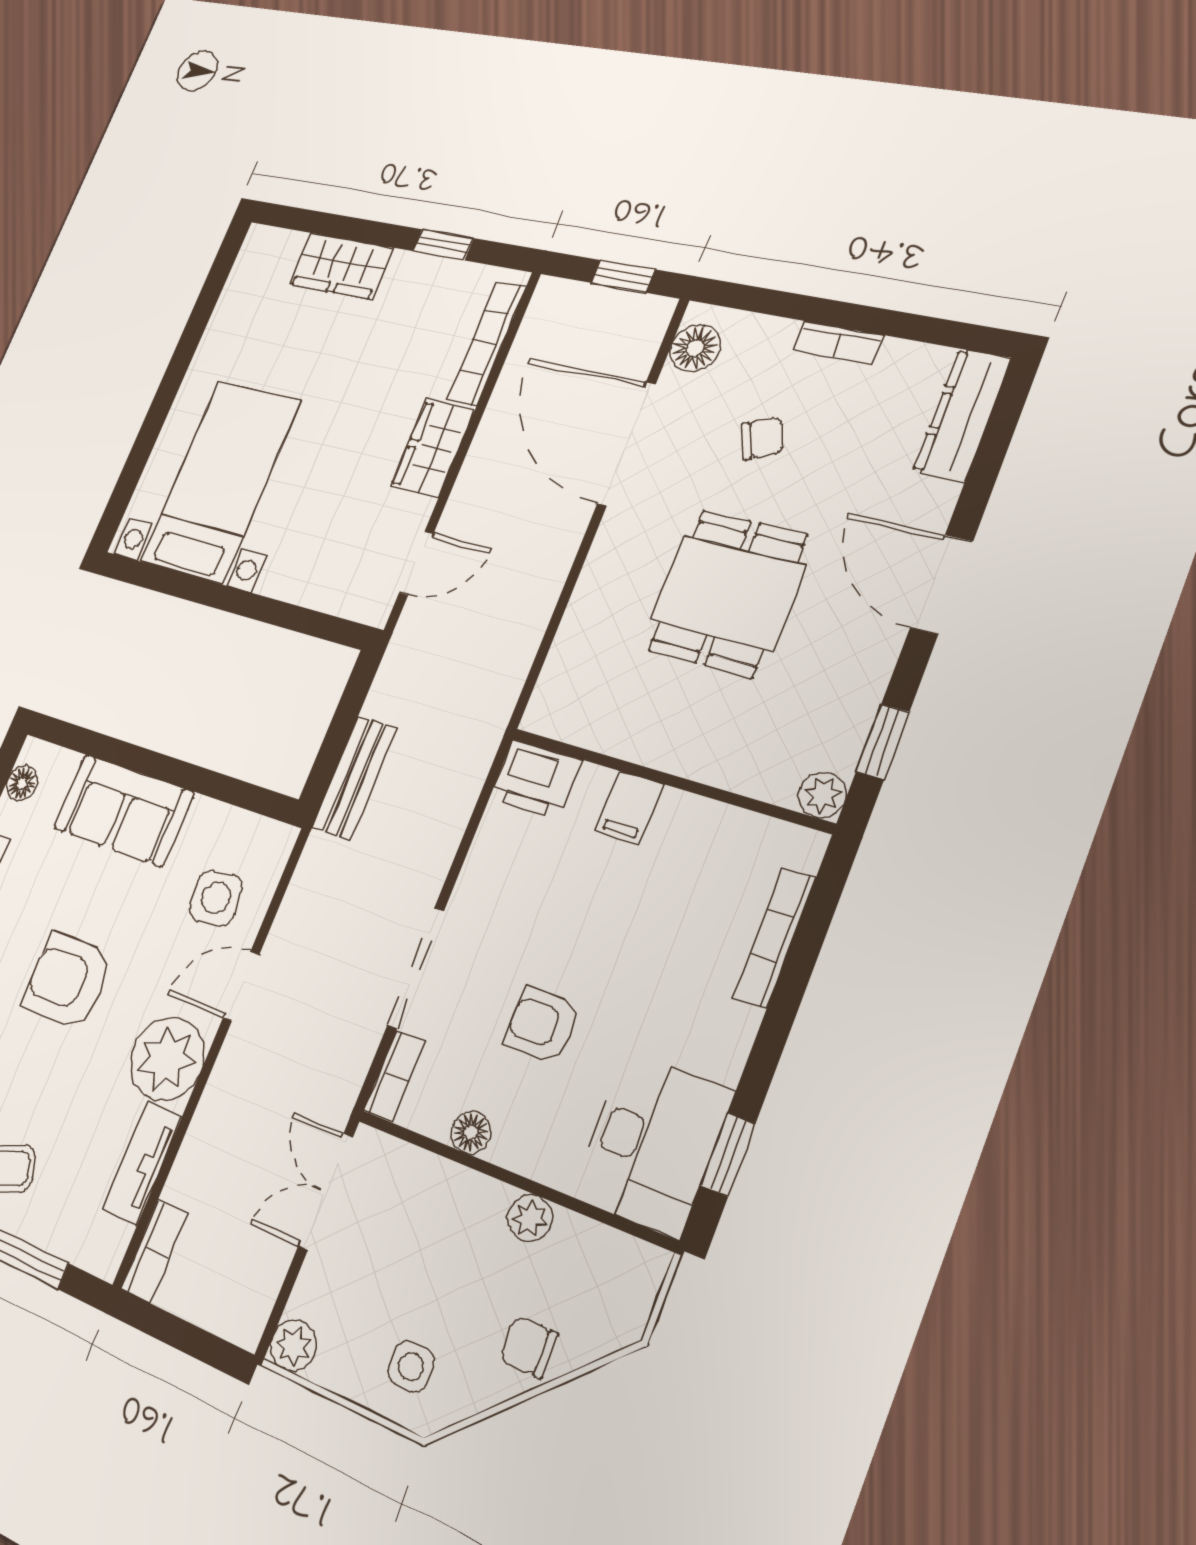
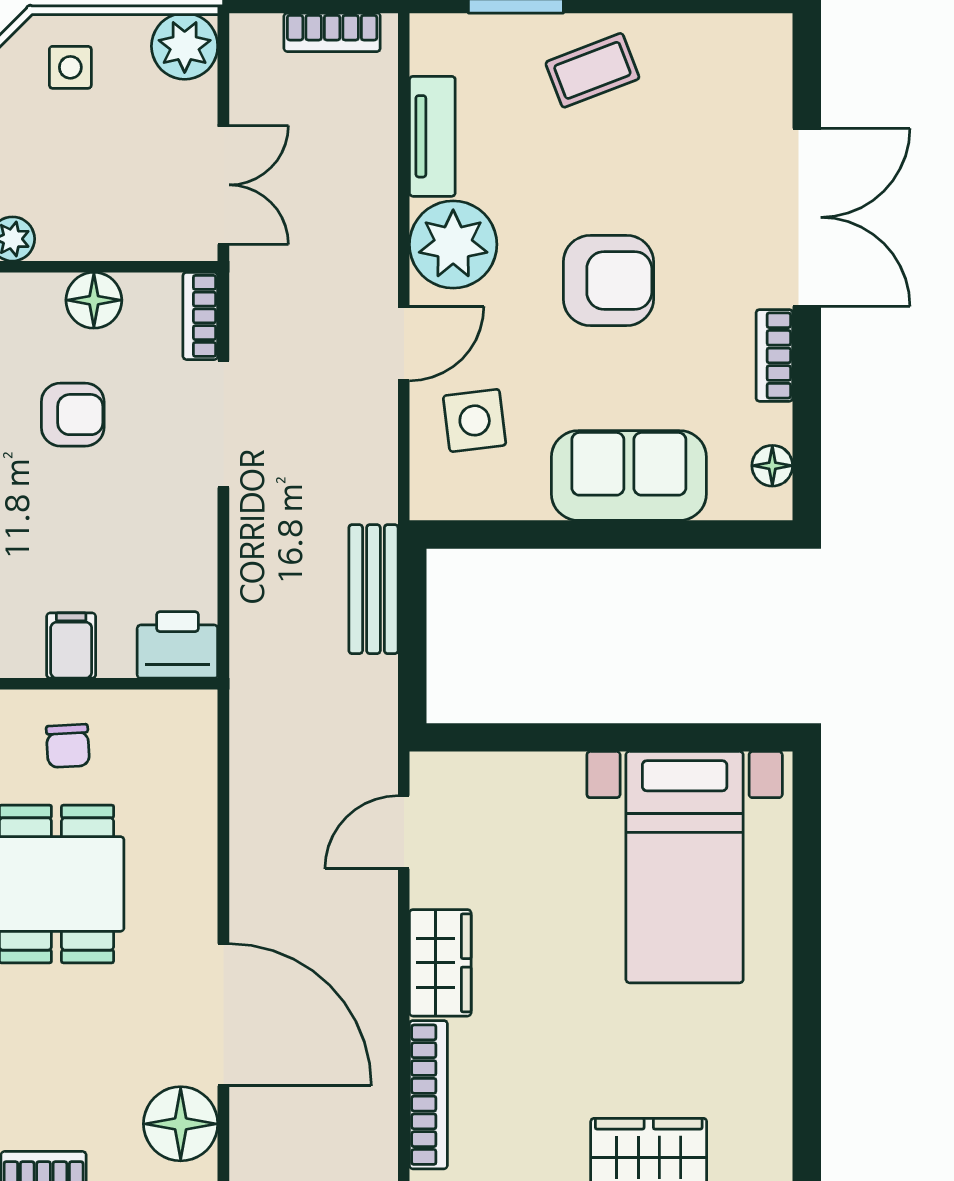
floor lamp: (695, 348) -> (181, 1124), width x1.38, depth x1.38
chair: (762, 438) -> (68, 746), moved, turned -69
floor lamp: (471, 1132) -> (94, 300), width x1.37, depth x1.37
bookcase: (154, 1251) -> (332, 32), moved, turned -90
plant: (293, 1346) -> (185, 46), width x1.38, depth x1.38

